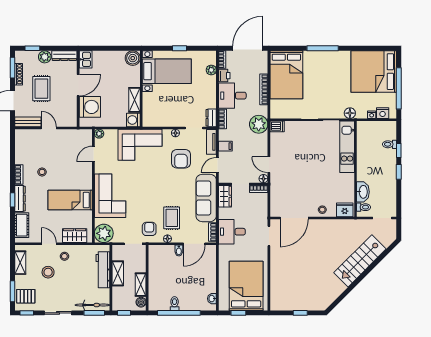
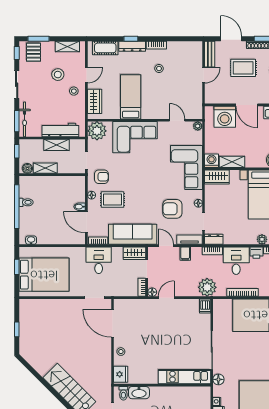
wardrobe: (150, 115) -> (217, 177), added

